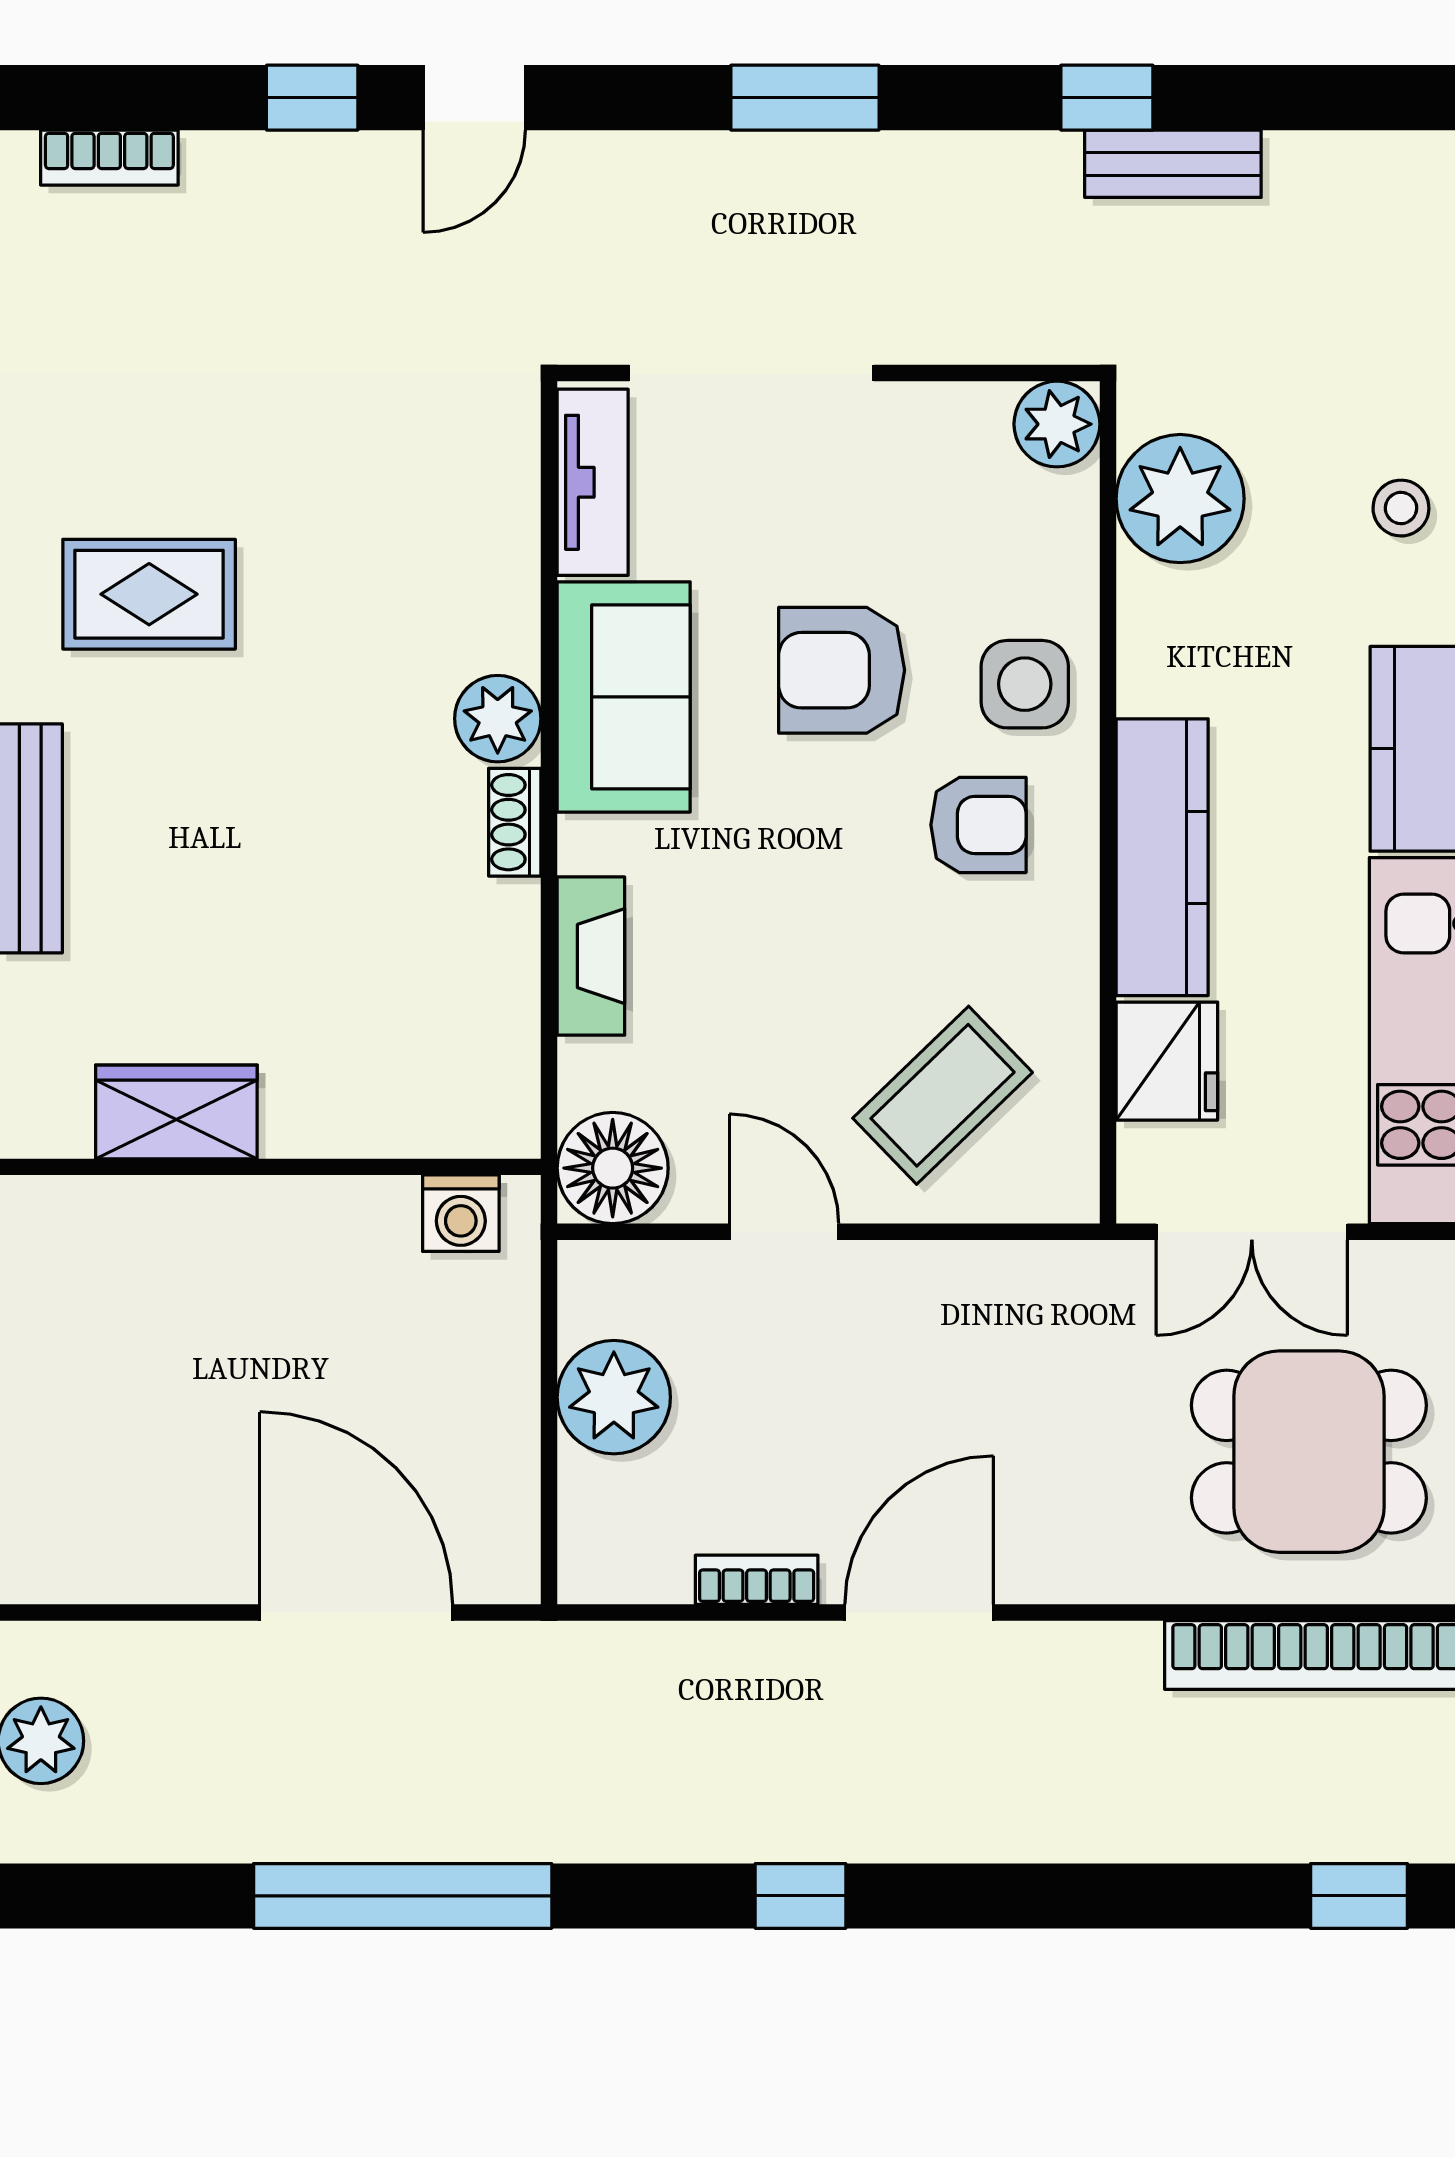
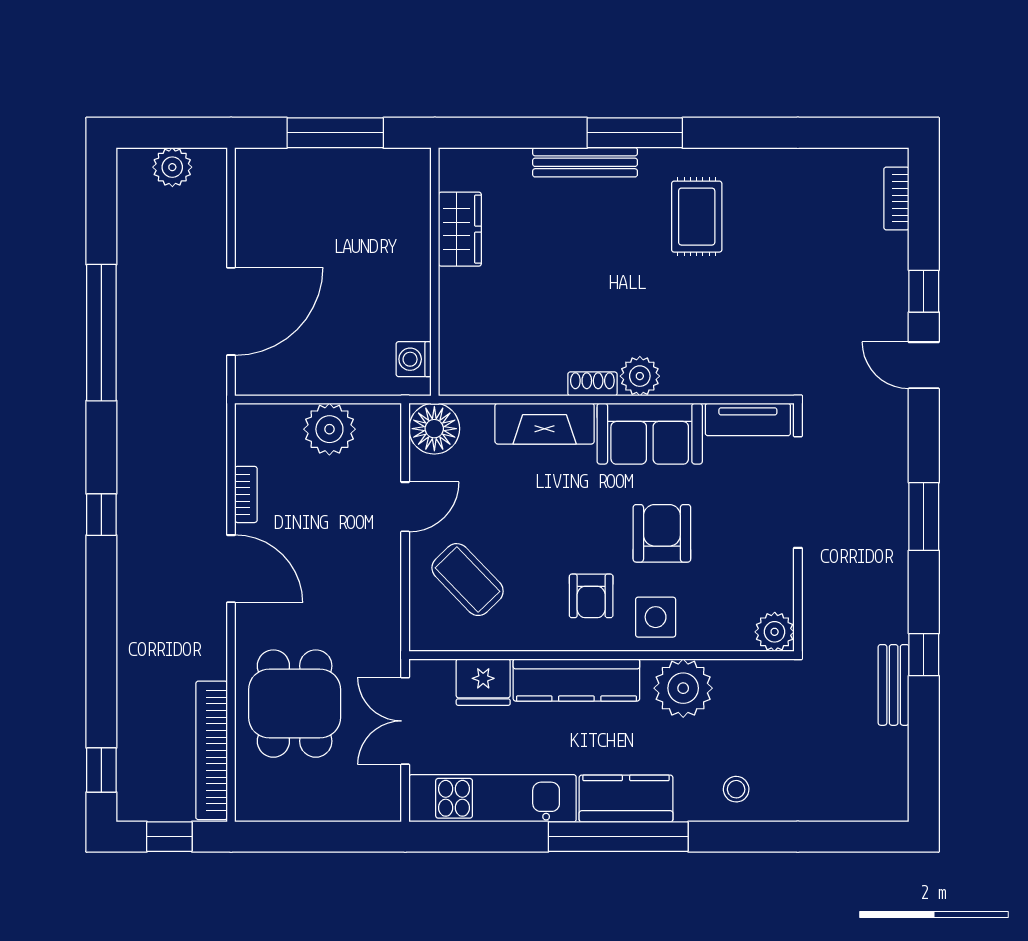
plant: (1180, 499) -> (683, 688), moved
fireplace: (591, 956) -> (545, 424), width x1.37, depth x1.32
dining table: (1309, 1452) -> (295, 704), moved

